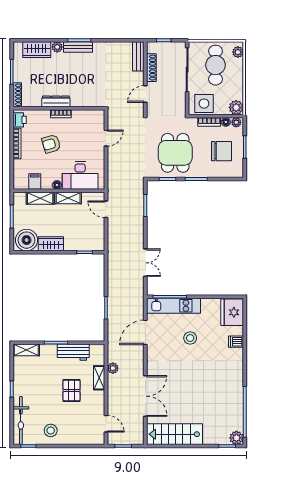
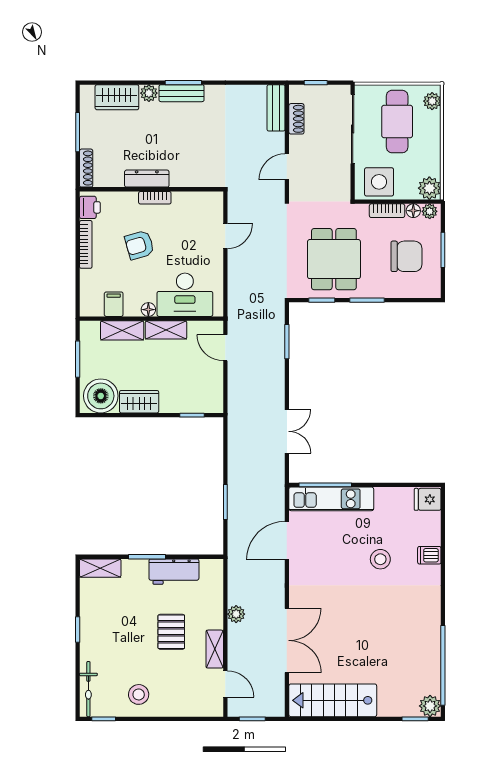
shoe rack: (151, 68) -> (296, 119), width x0.70
fridge: (232, 312) -> (428, 499), width x0.53, depth x0.75
stool: (190, 338) -> (380, 559), moved
plant: (113, 368) -> (236, 614), moved
shelving: (99, 378) -> (215, 649), moved
bicycle: (21, 421) -> (88, 689), width x0.73, depth x0.71

